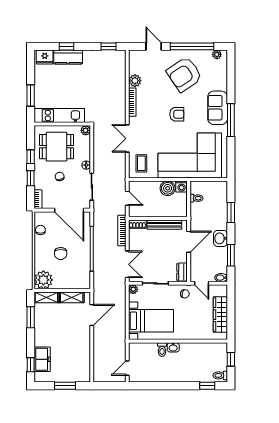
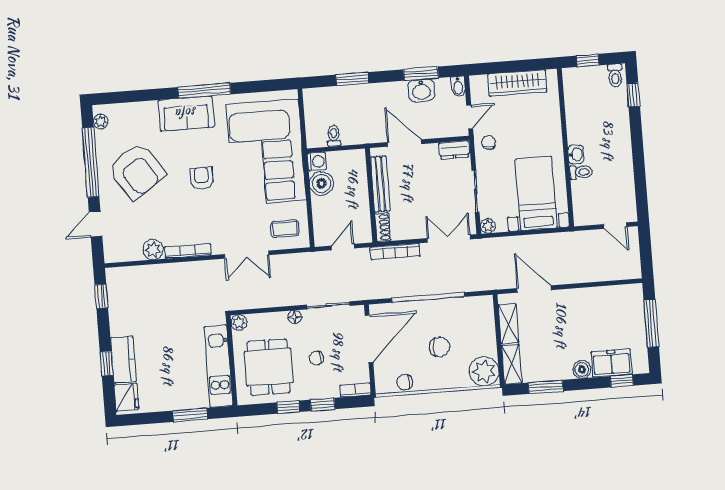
washbasin: (220, 238) -> (421, 90), moved
boiler: (40, 340) -> (582, 369), added
window: (65, 386) -> (651, 323), width x1.44

